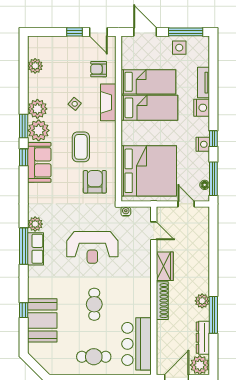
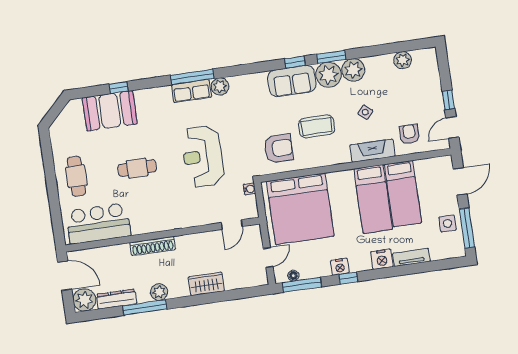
wardrobe: (165, 266) -> (206, 284), moved, turned 180

